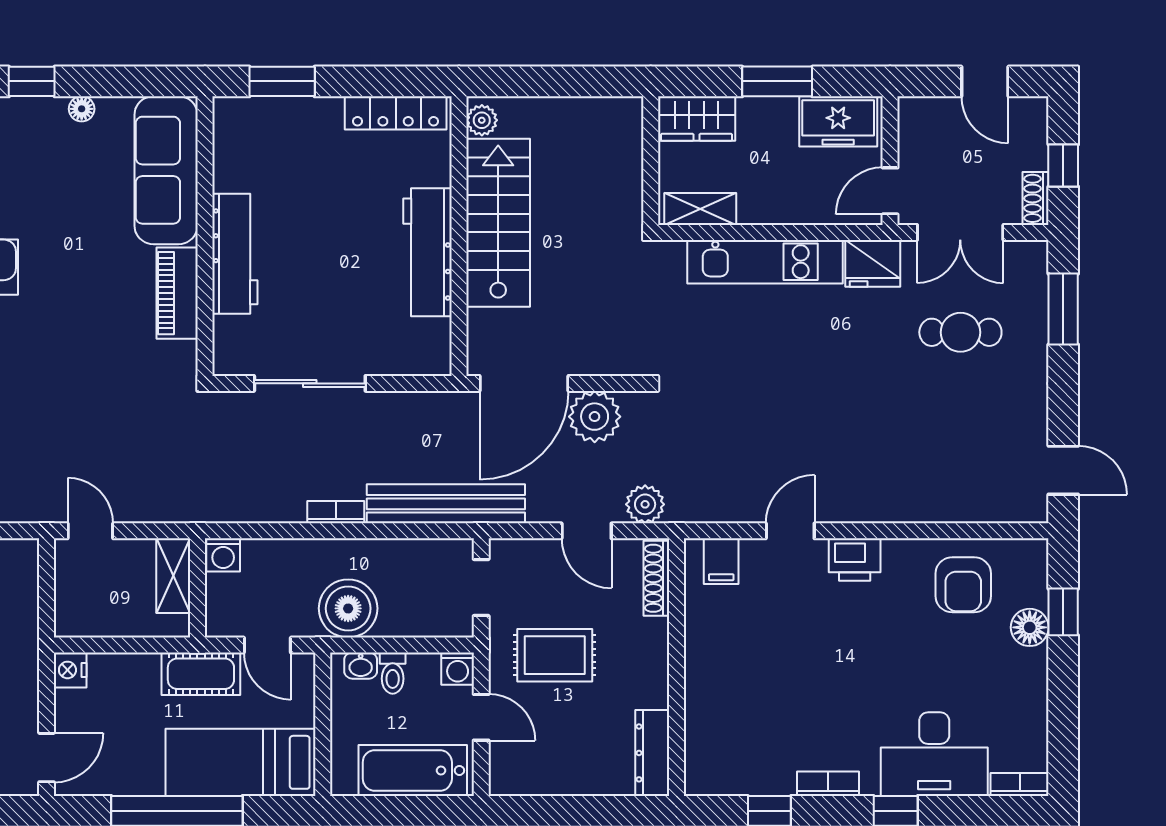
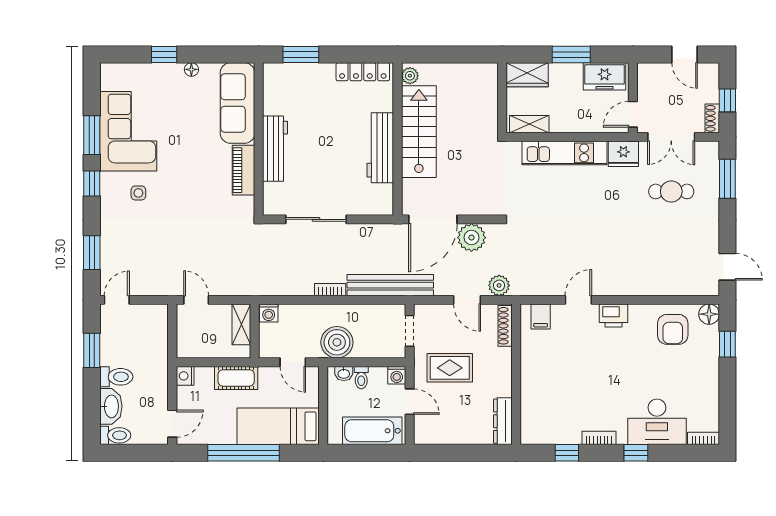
floor lamp: (1030, 627) -> (709, 314), moved
cot: (201, 674) -> (236, 378), moved

